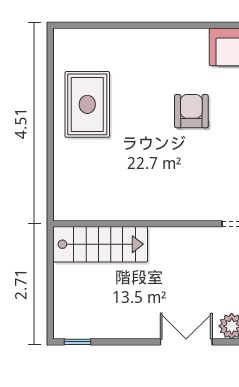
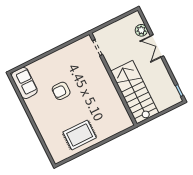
stairs: (100, 244) -> (135, 92), width x1.36, depth x1.51

